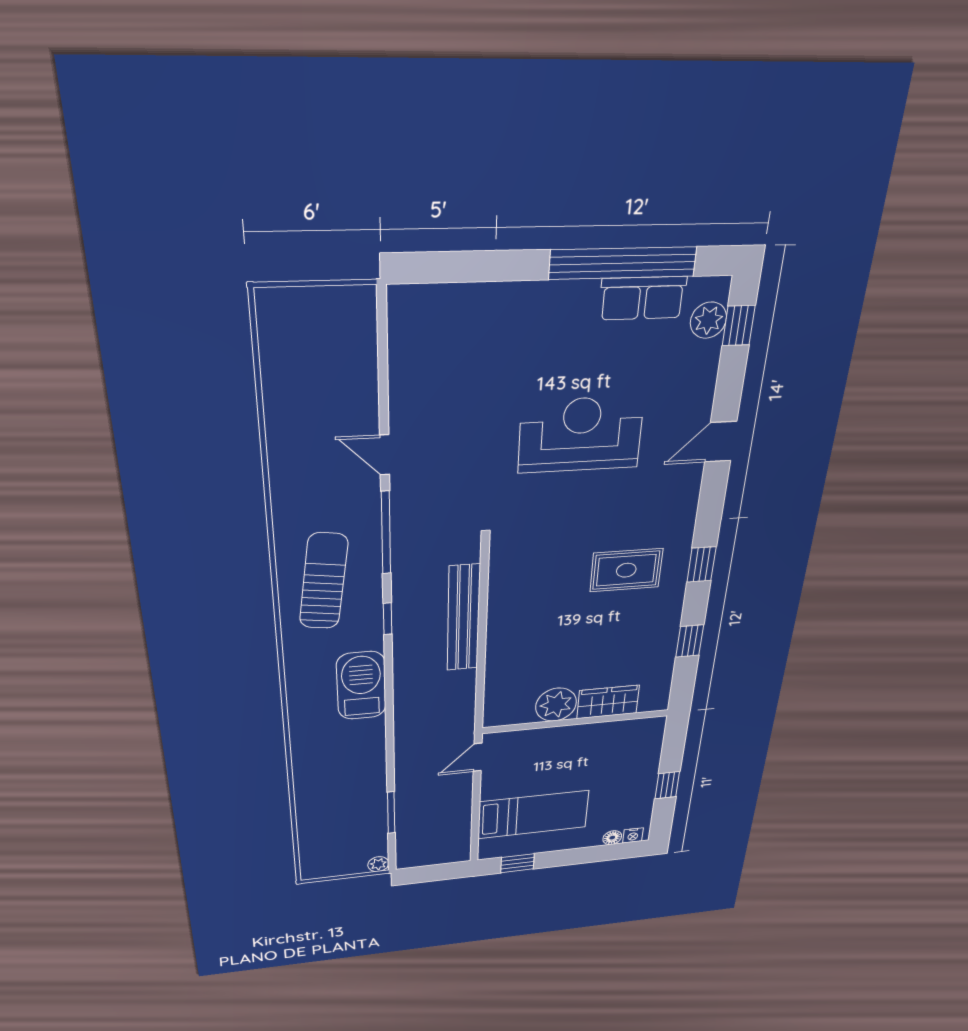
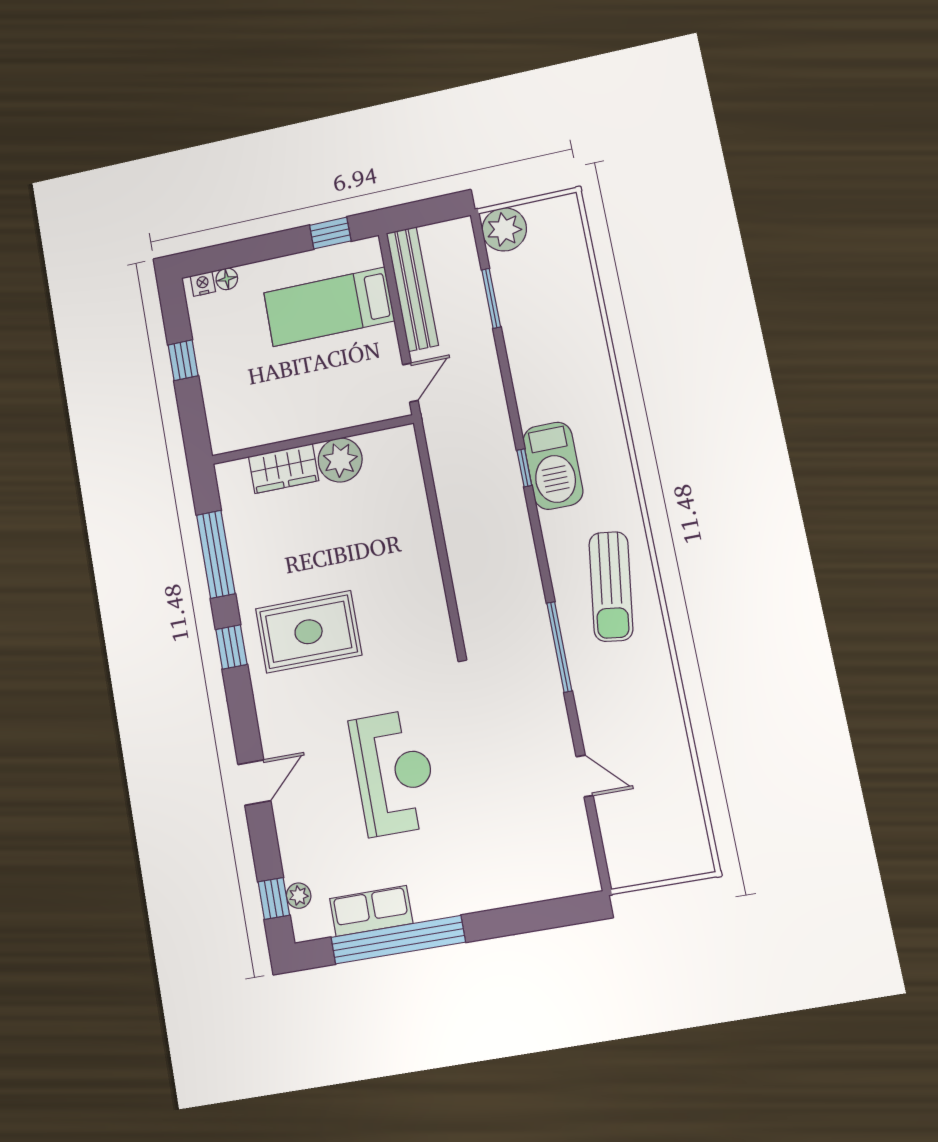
plant: (708, 320) -> (299, 896), width x0.73, depth x0.73
reception desk: (581, 435) -> (394, 773), turned -90
door: (385, 455) -> (585, 776), moved
rug: (626, 570) -> (309, 632), width x1.36, depth x1.43
bench: (464, 618) -> (412, 289), moved
window: (388, 619) -> (524, 468), moved
window: (690, 641) -> (216, 554), width x2.17
plant: (378, 864) -> (504, 229), width x1.87, depth x1.87

